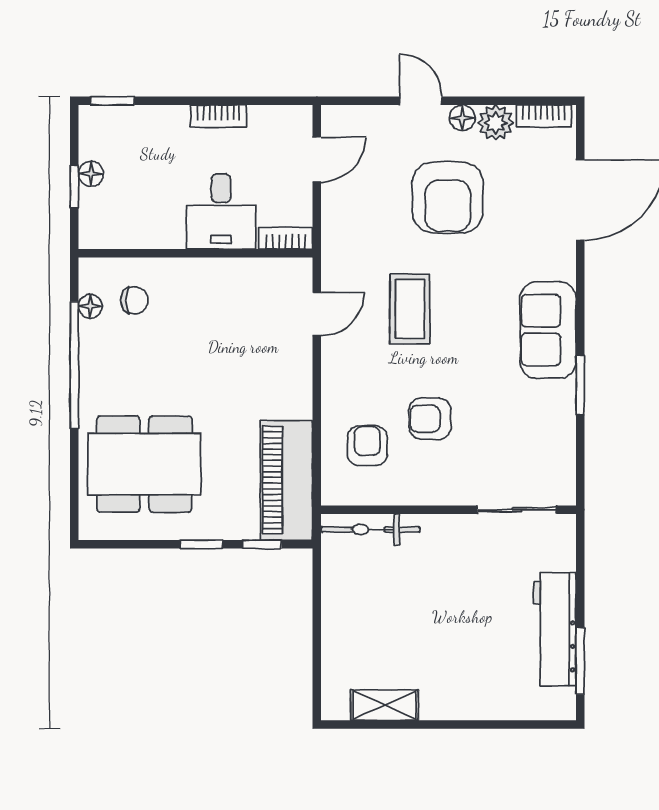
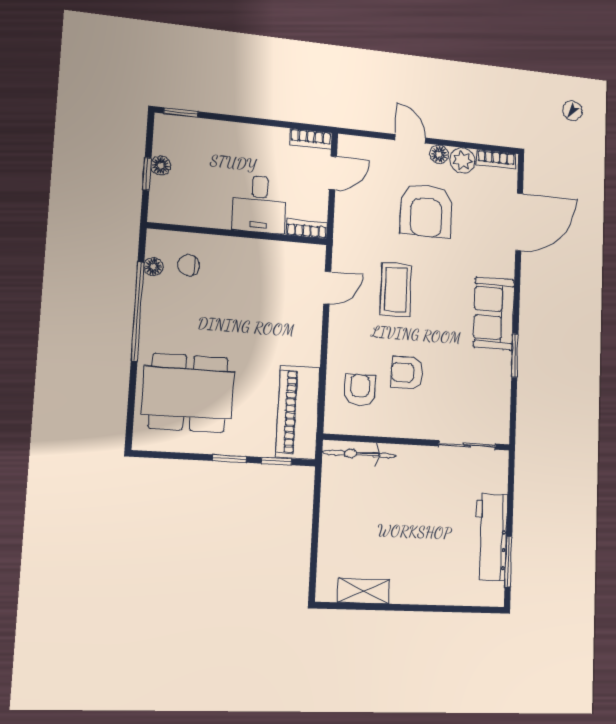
bookcase: (219, 116) -> (311, 139), moved
chair: (135, 300) -> (189, 265), turned 180

